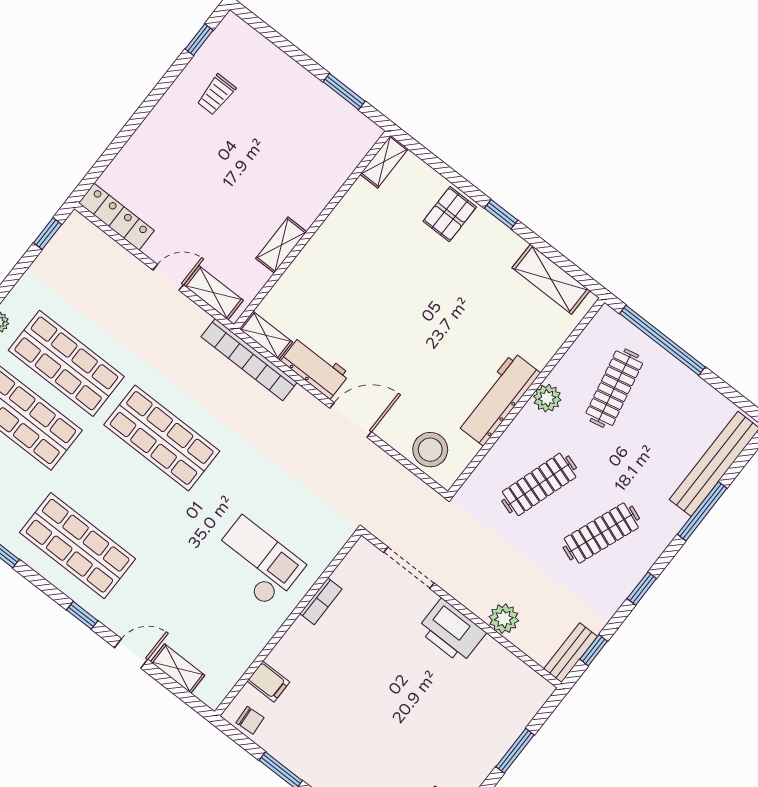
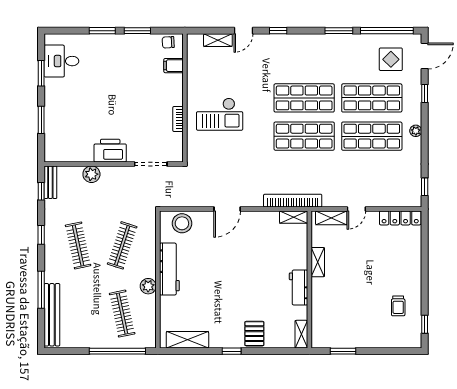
trolley: (216, 95) -> (398, 306), turned 180
workbench: (315, 367) -> (299, 288), moved, turned 90
clothes rail: (601, 533) -> (78, 245), turned -33
shop shelf: (78, 546) -> (304, 98), moved

